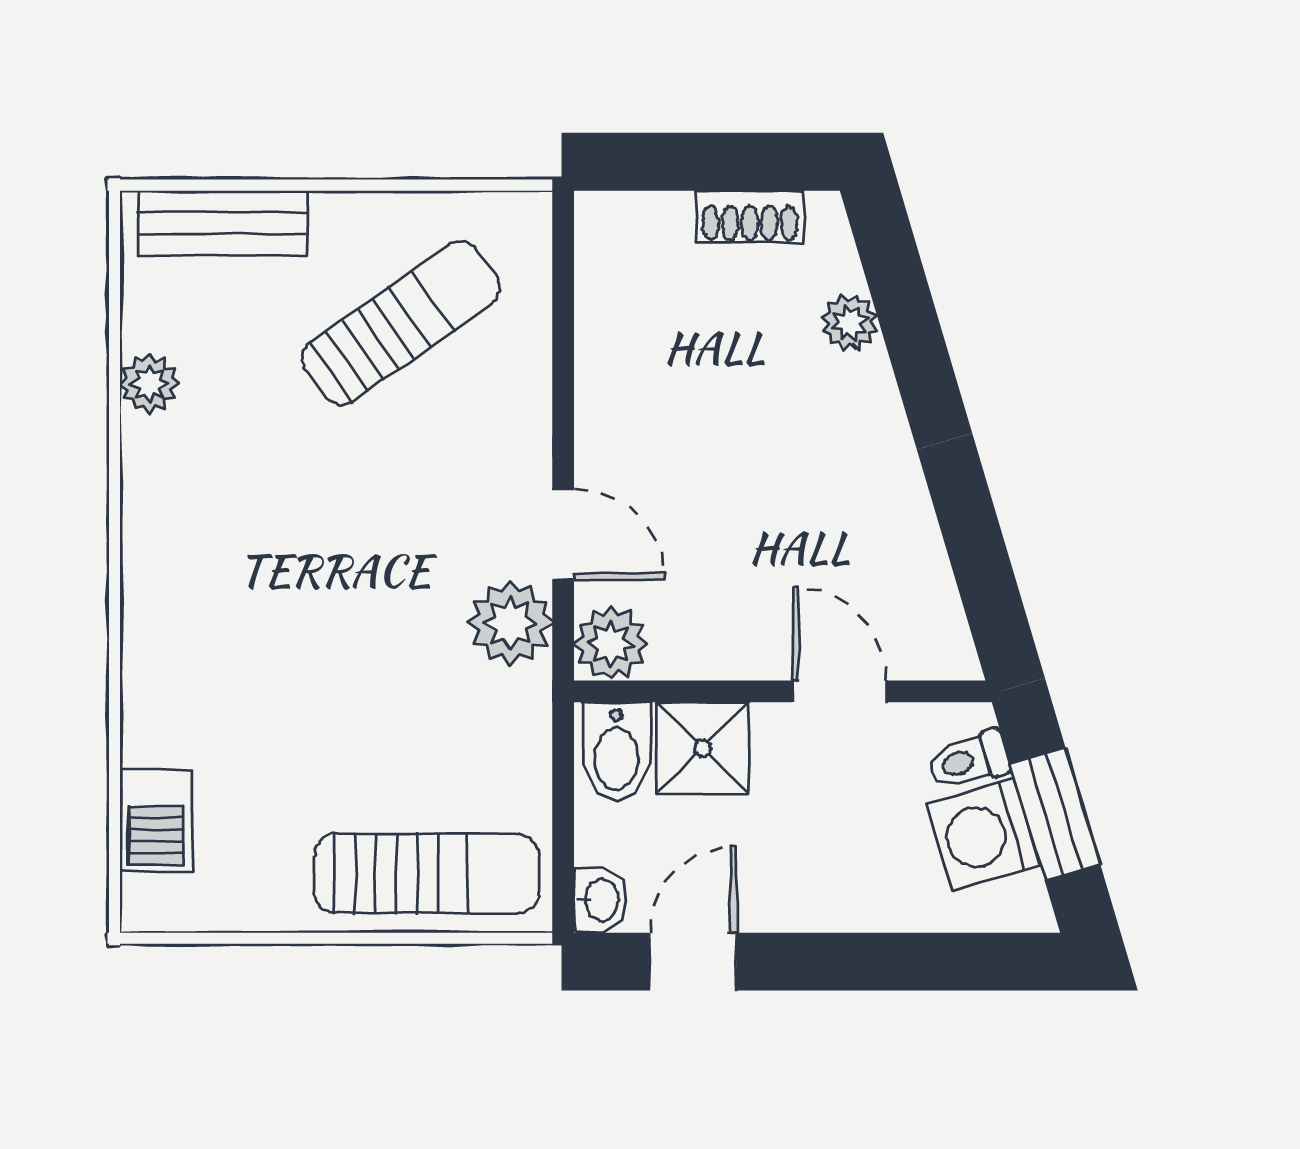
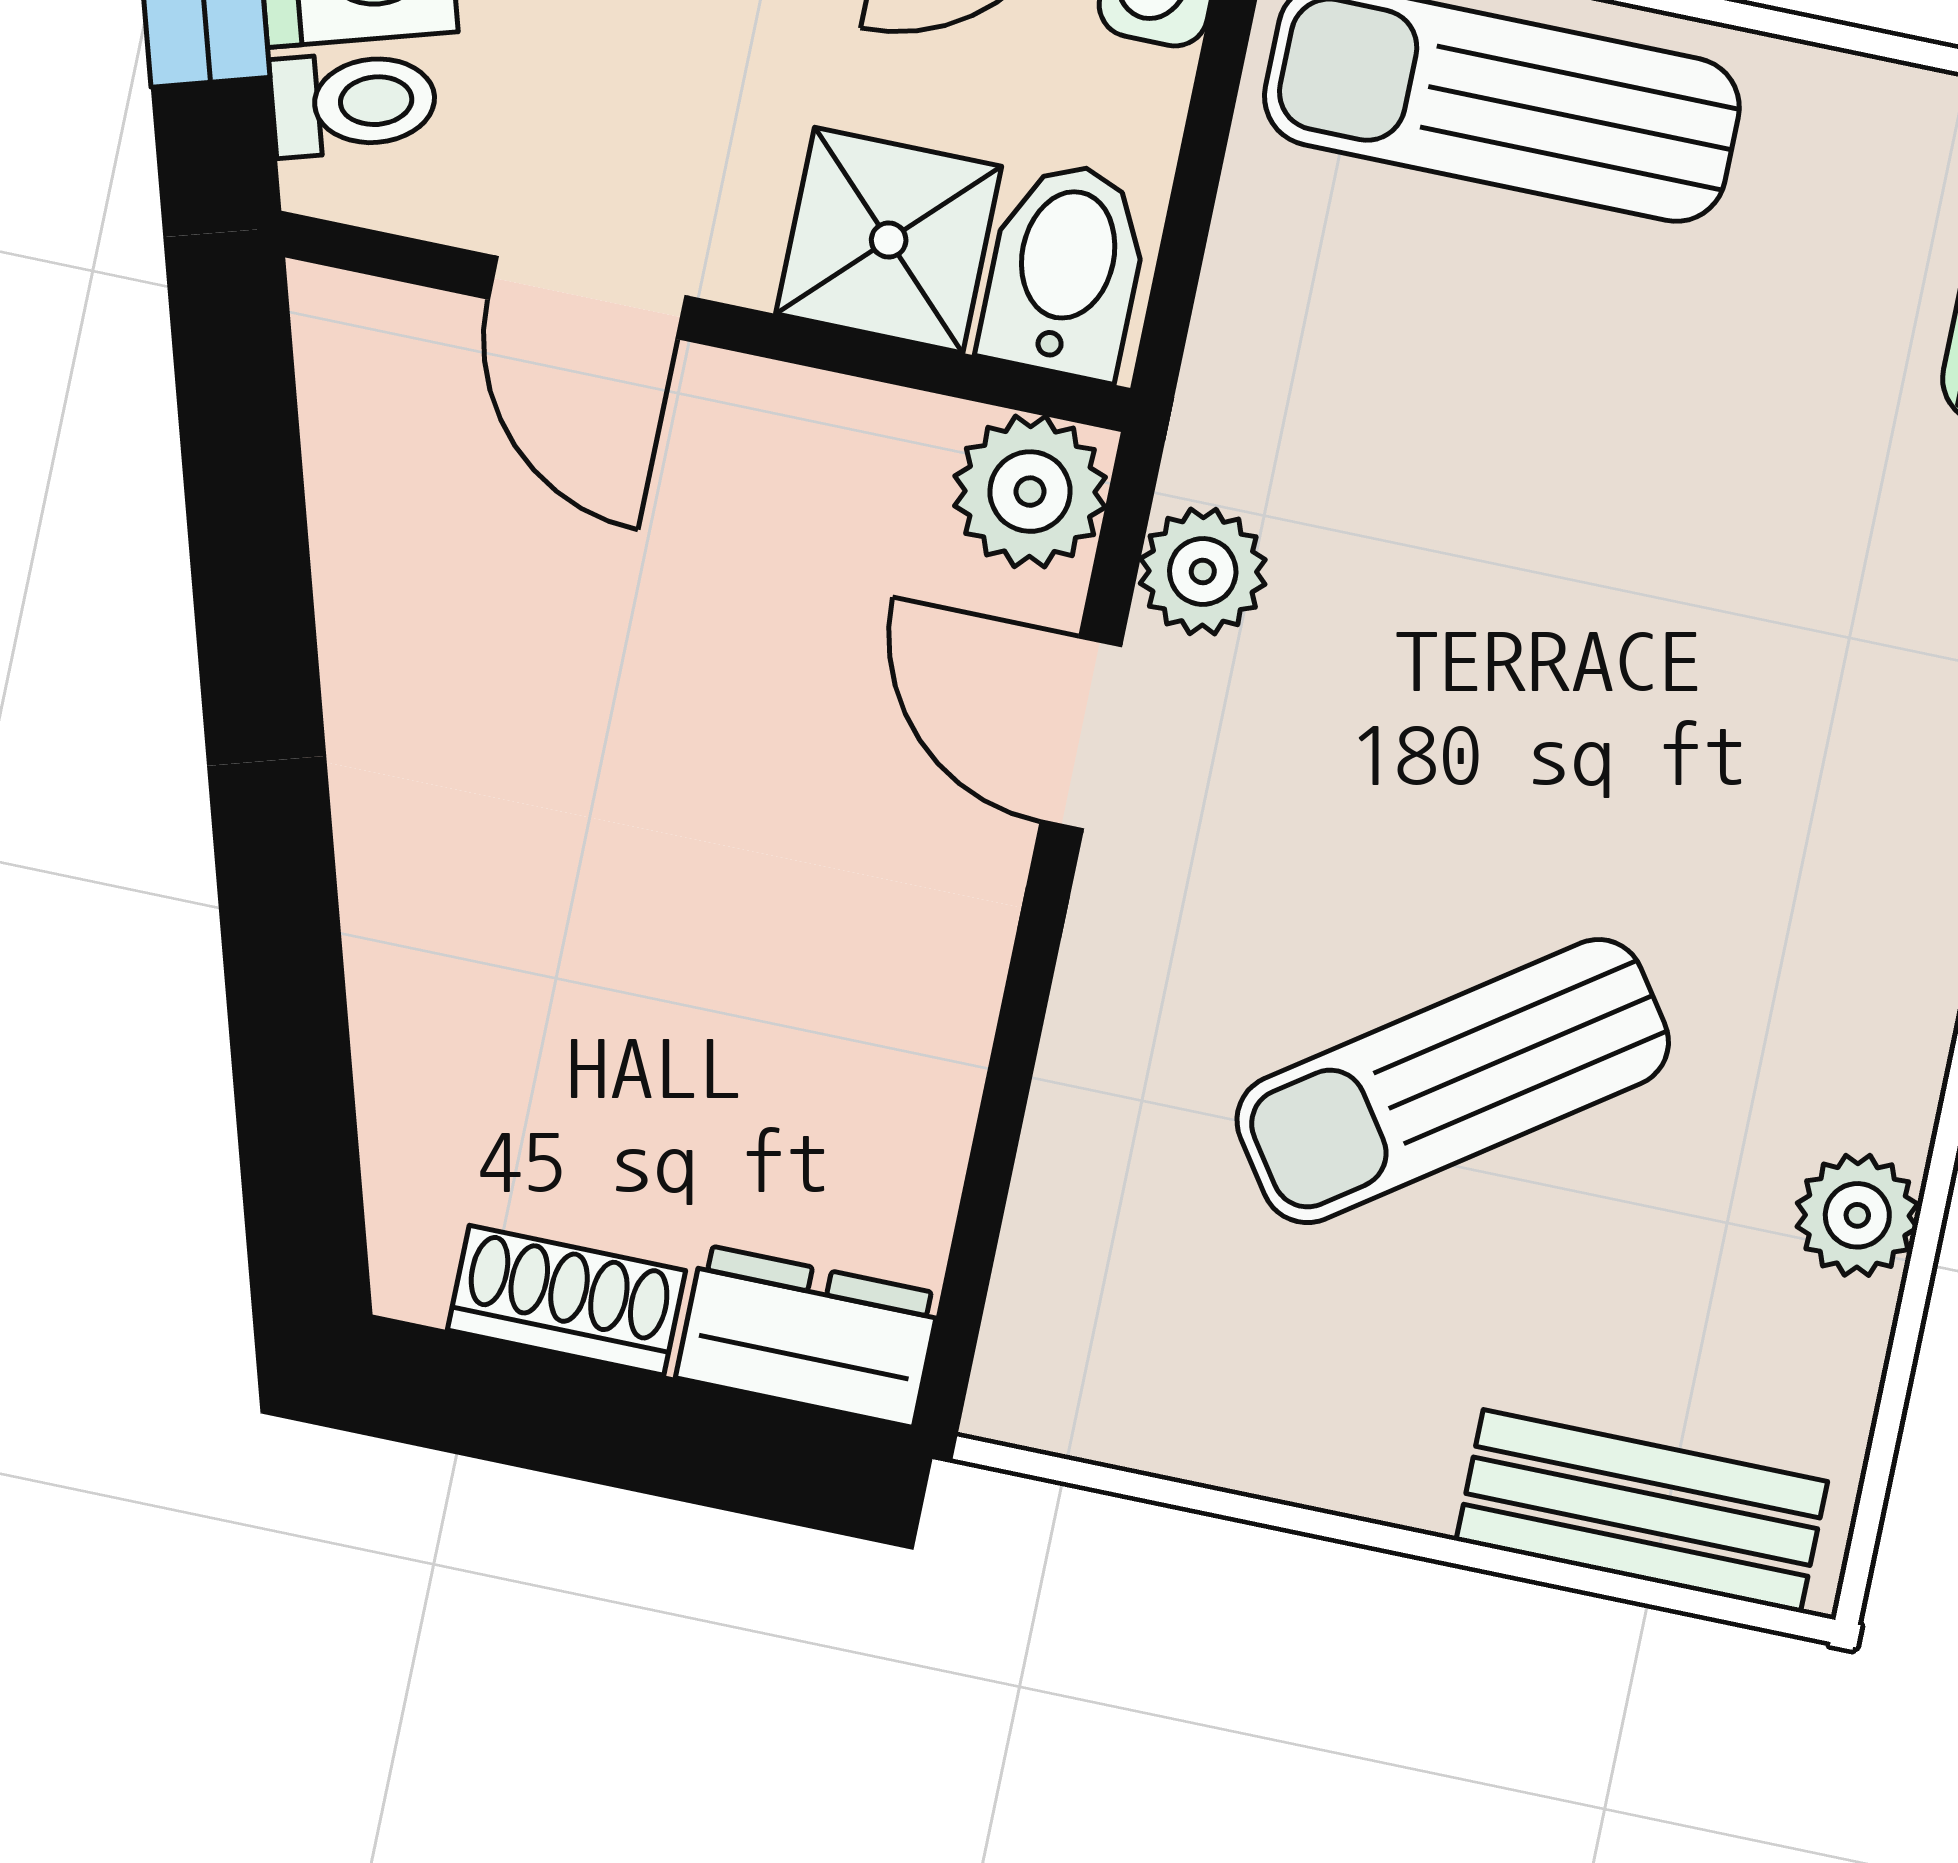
dresser: (632, 223) -> (808, 1336), added
sun lounger: (401, 323) -> (1453, 1081), moved
plant: (850, 323) -> (409, 1042), removed
plant: (510, 623) -> (1203, 571), width x0.73, depth x0.73

